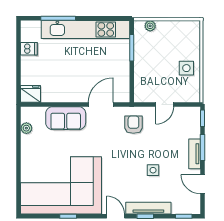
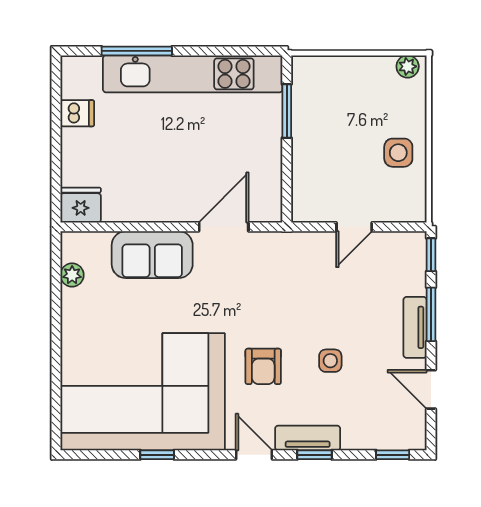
plant: (150, 26) -> (408, 66), moved
armchair: (133, 125) -> (263, 366), moved, turned 180
tv unit: (148, 208) -> (308, 438), width x0.71

